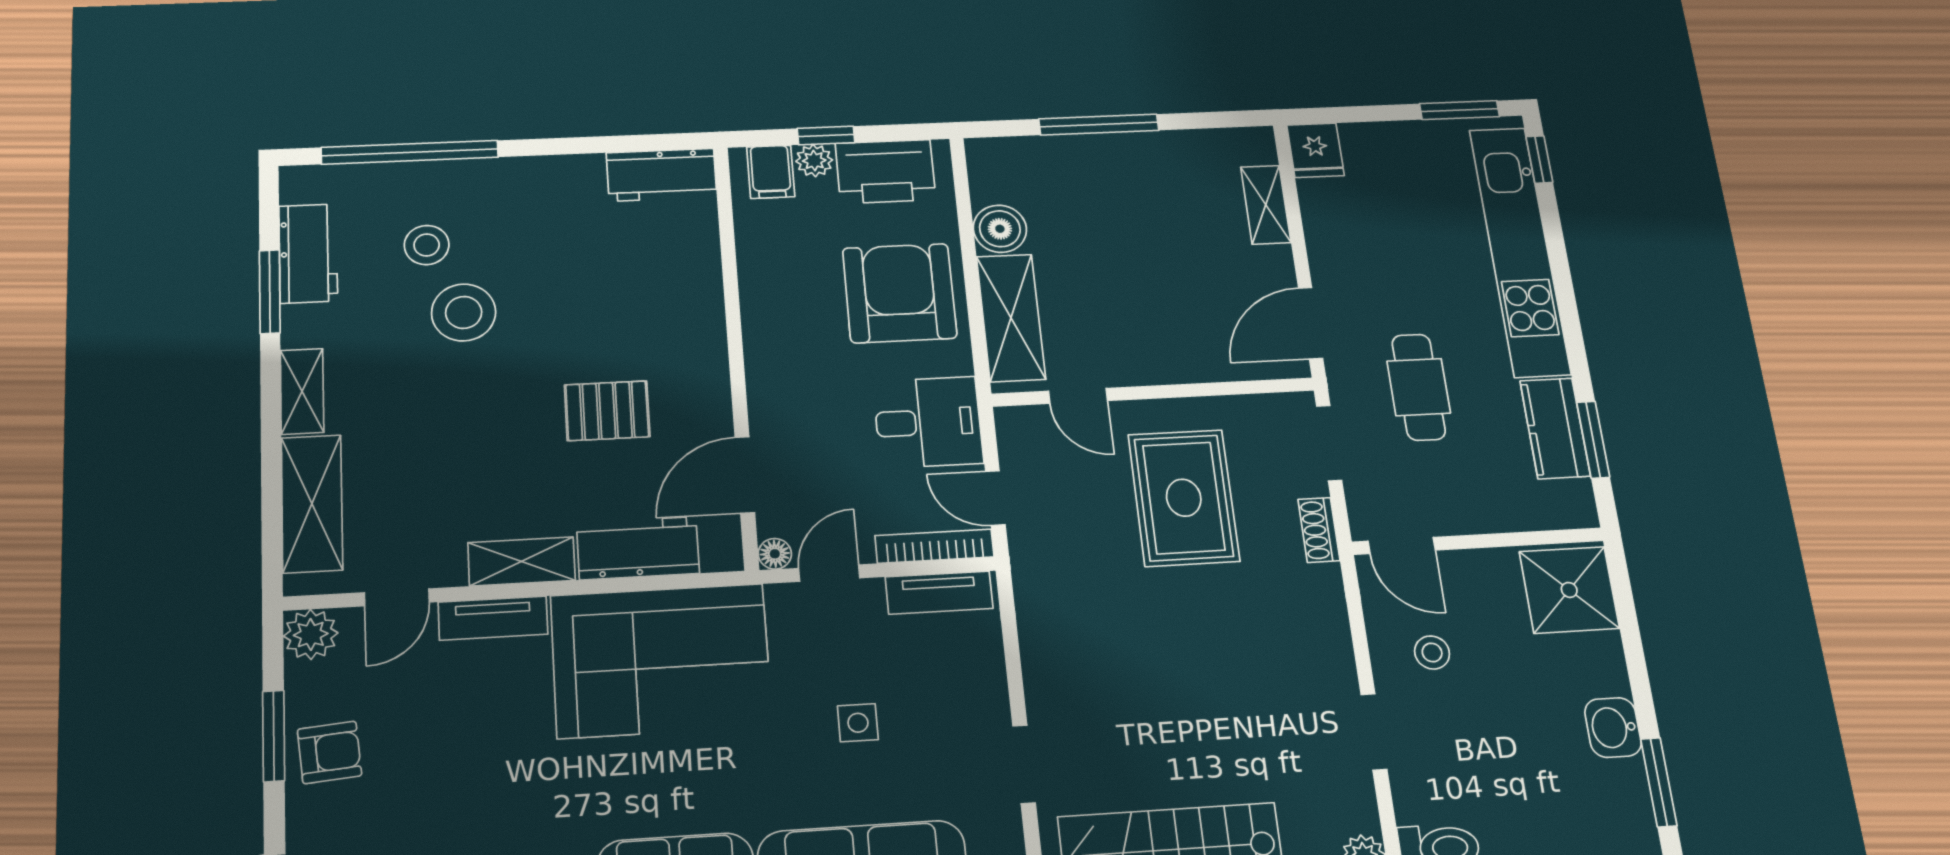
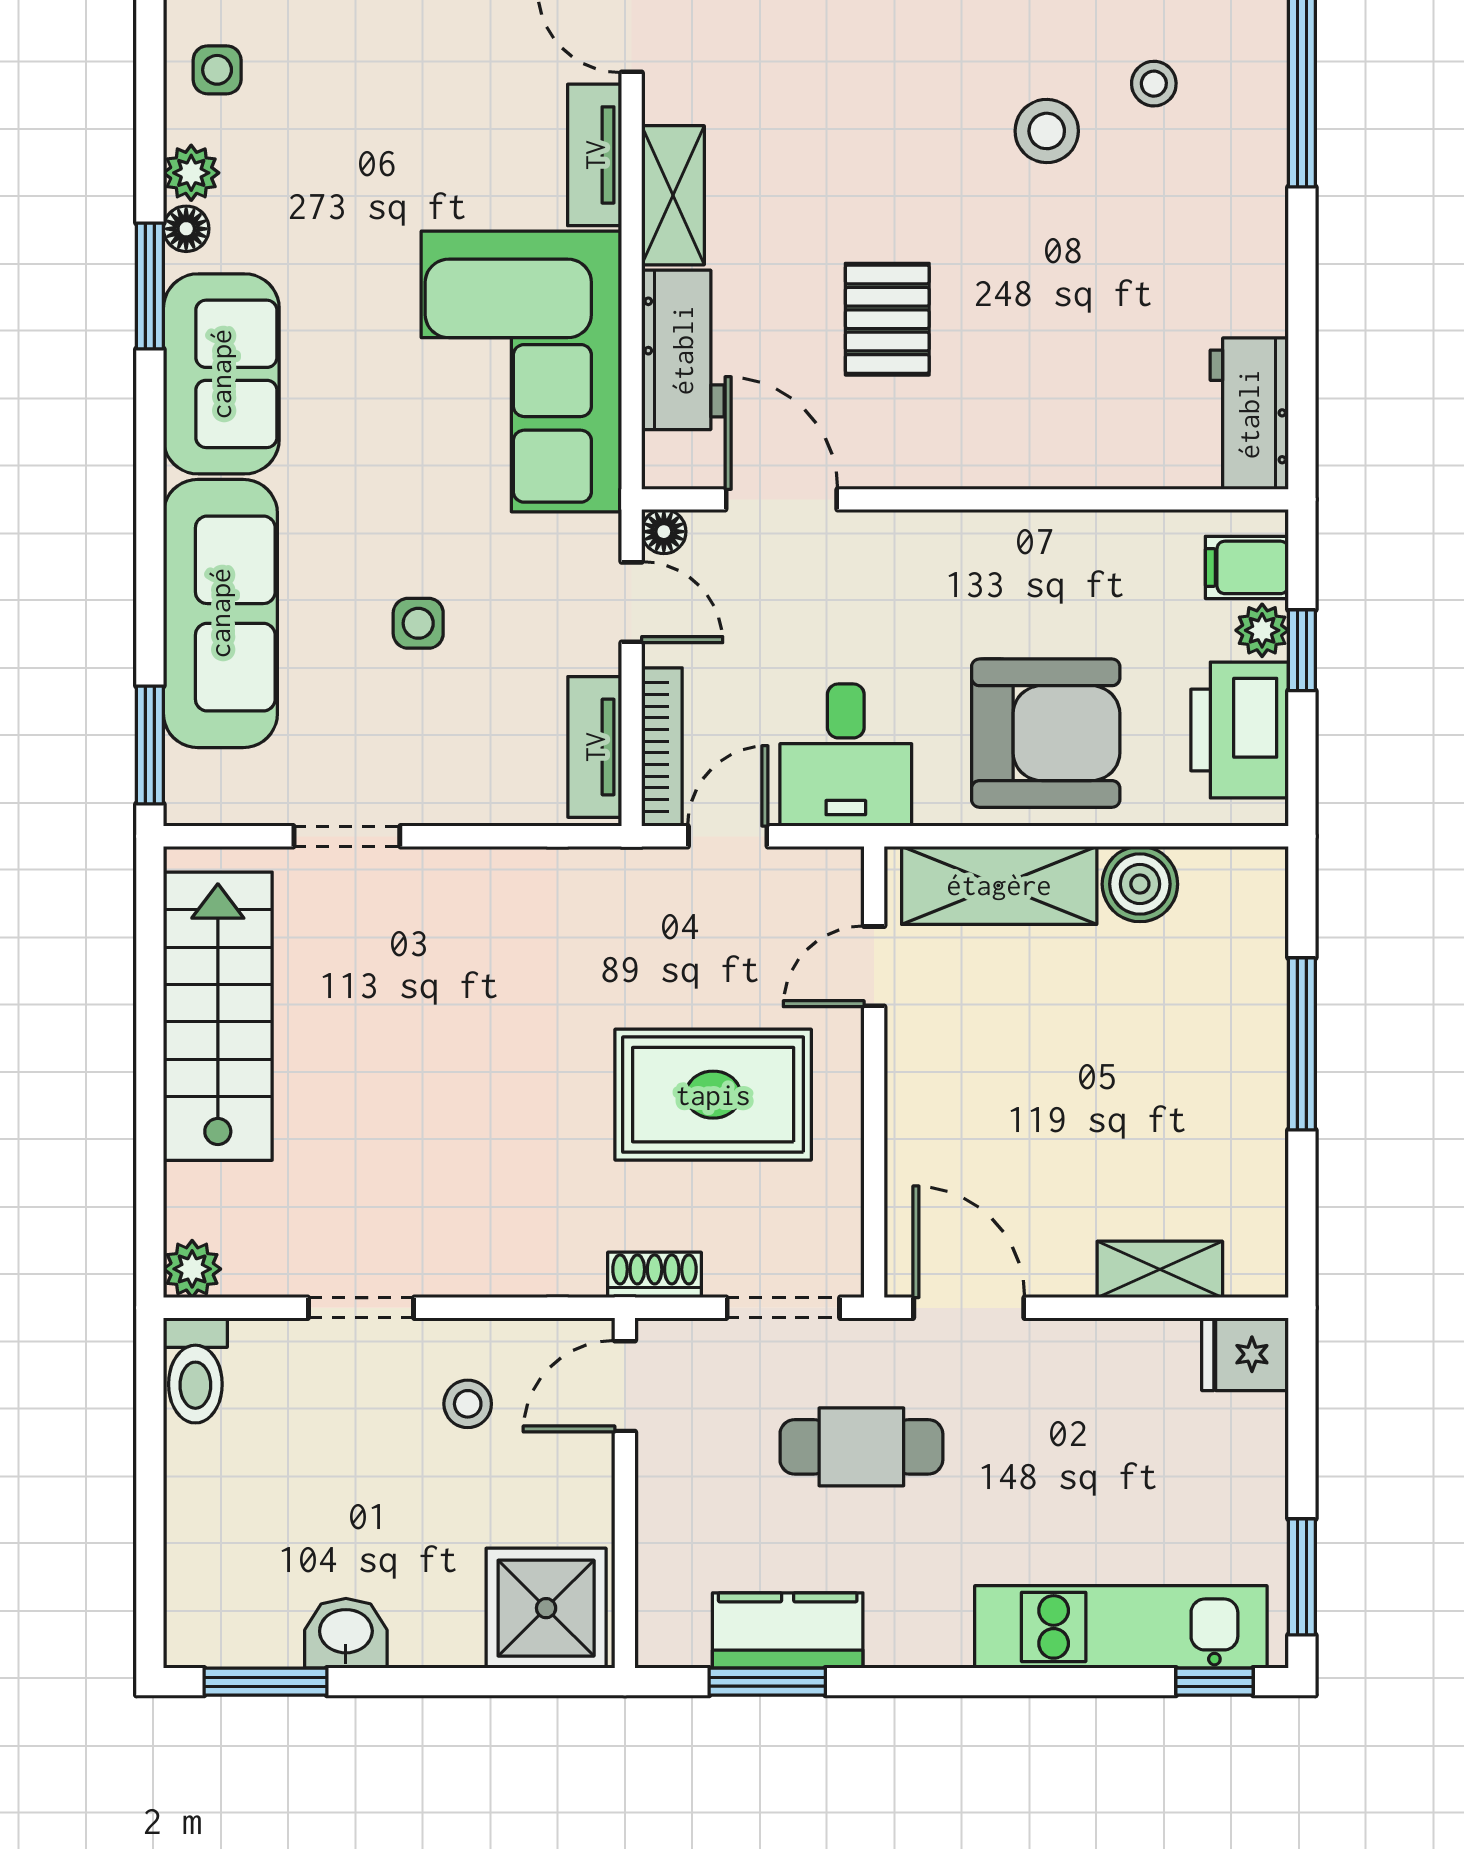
stool: (427, 245) -> (1154, 84), width x0.73, depth x0.73
kitchen unit: (1519, 251) -> (1121, 1627), width x0.73
stool: (464, 312) -> (1047, 131), width x0.73, depth x0.73

